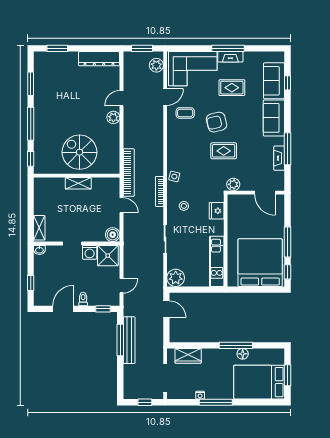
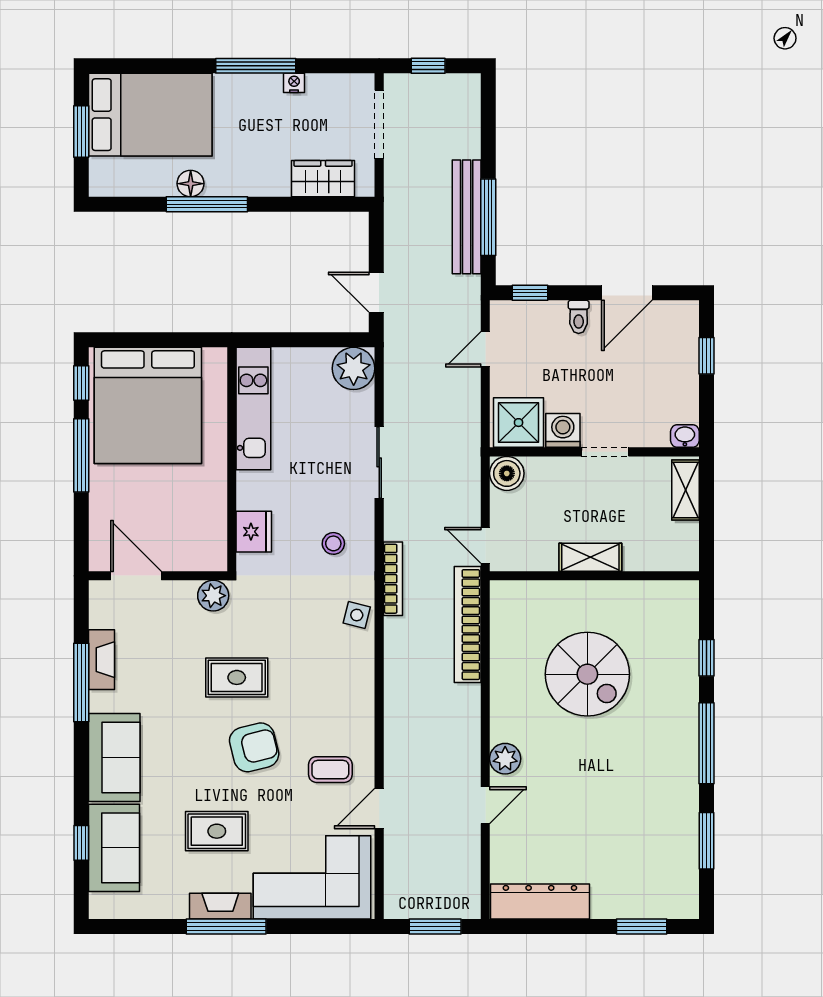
plant: (156, 65) -> (400, 886), removed
wall: (77, 176) -> (594, 576), moved
shelving: (78, 183) -> (590, 557), moved

